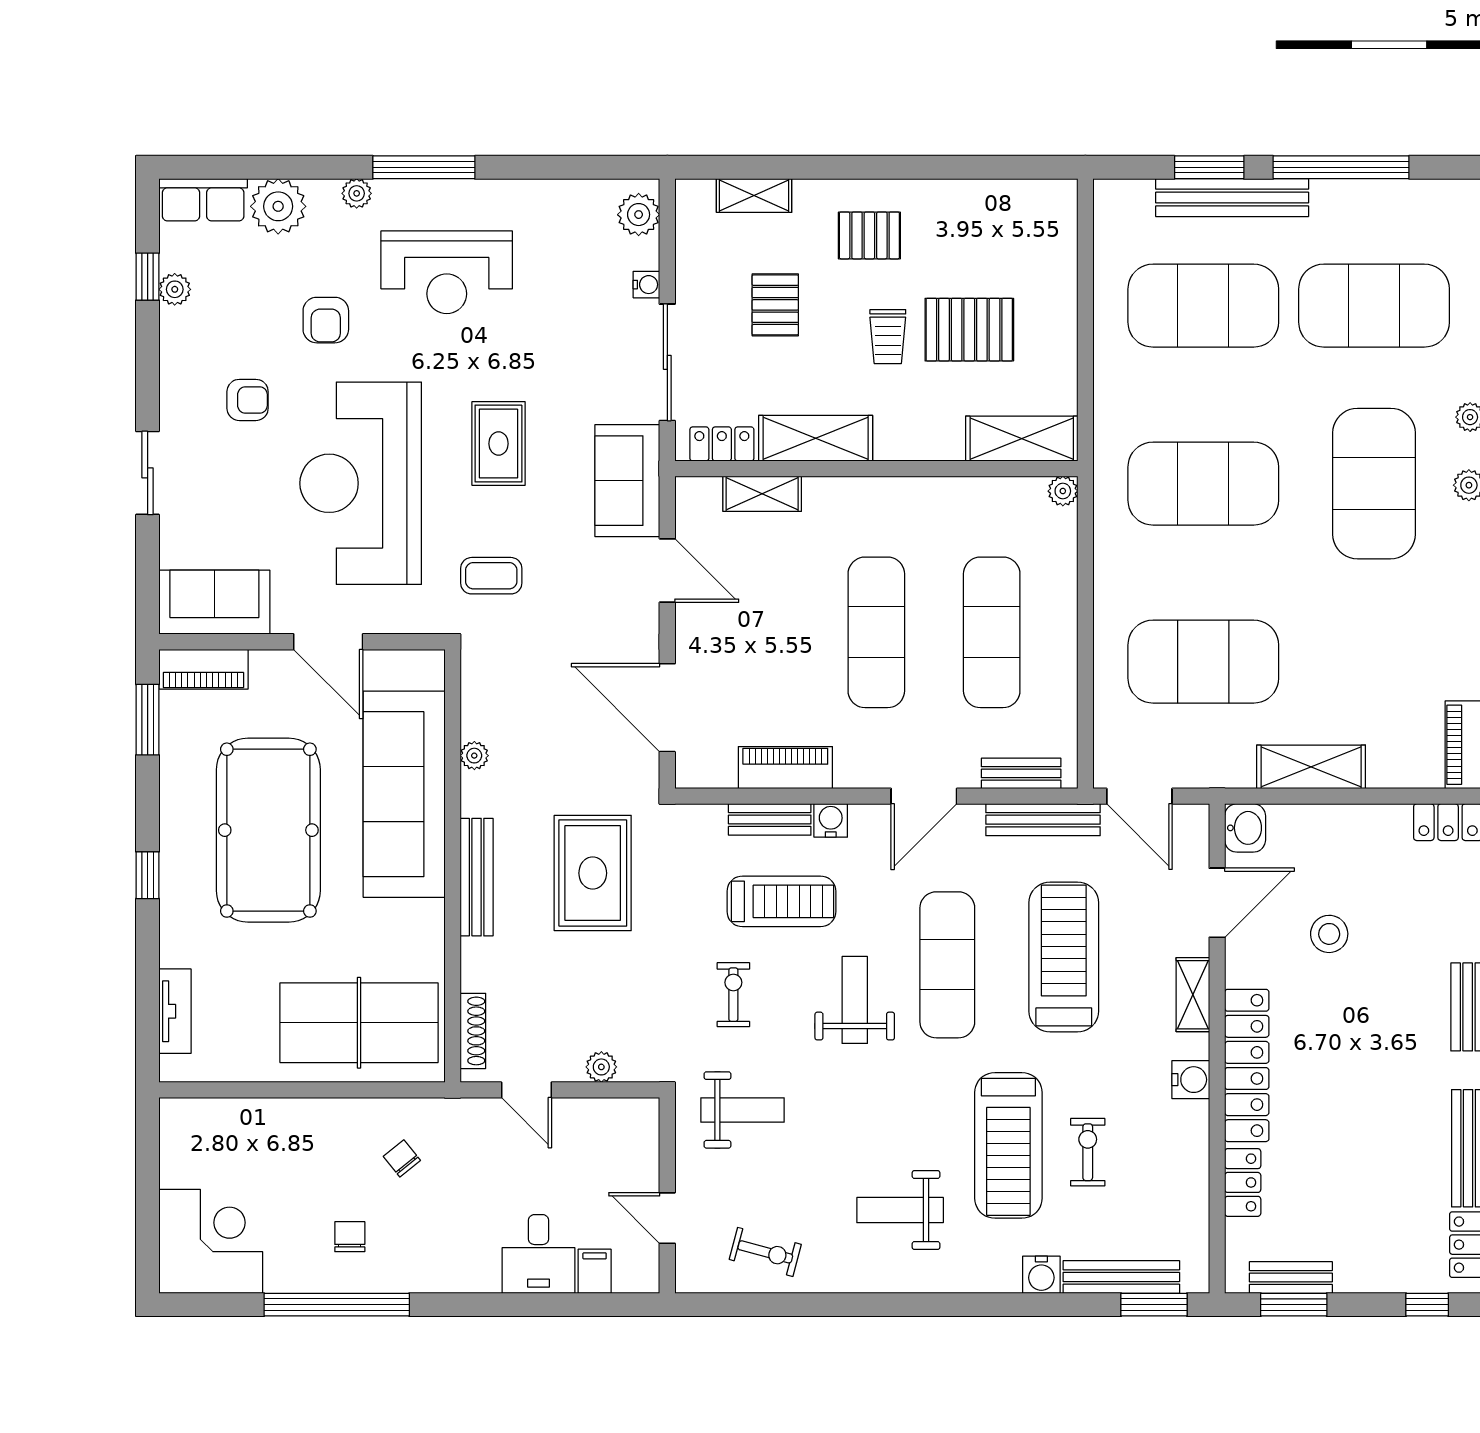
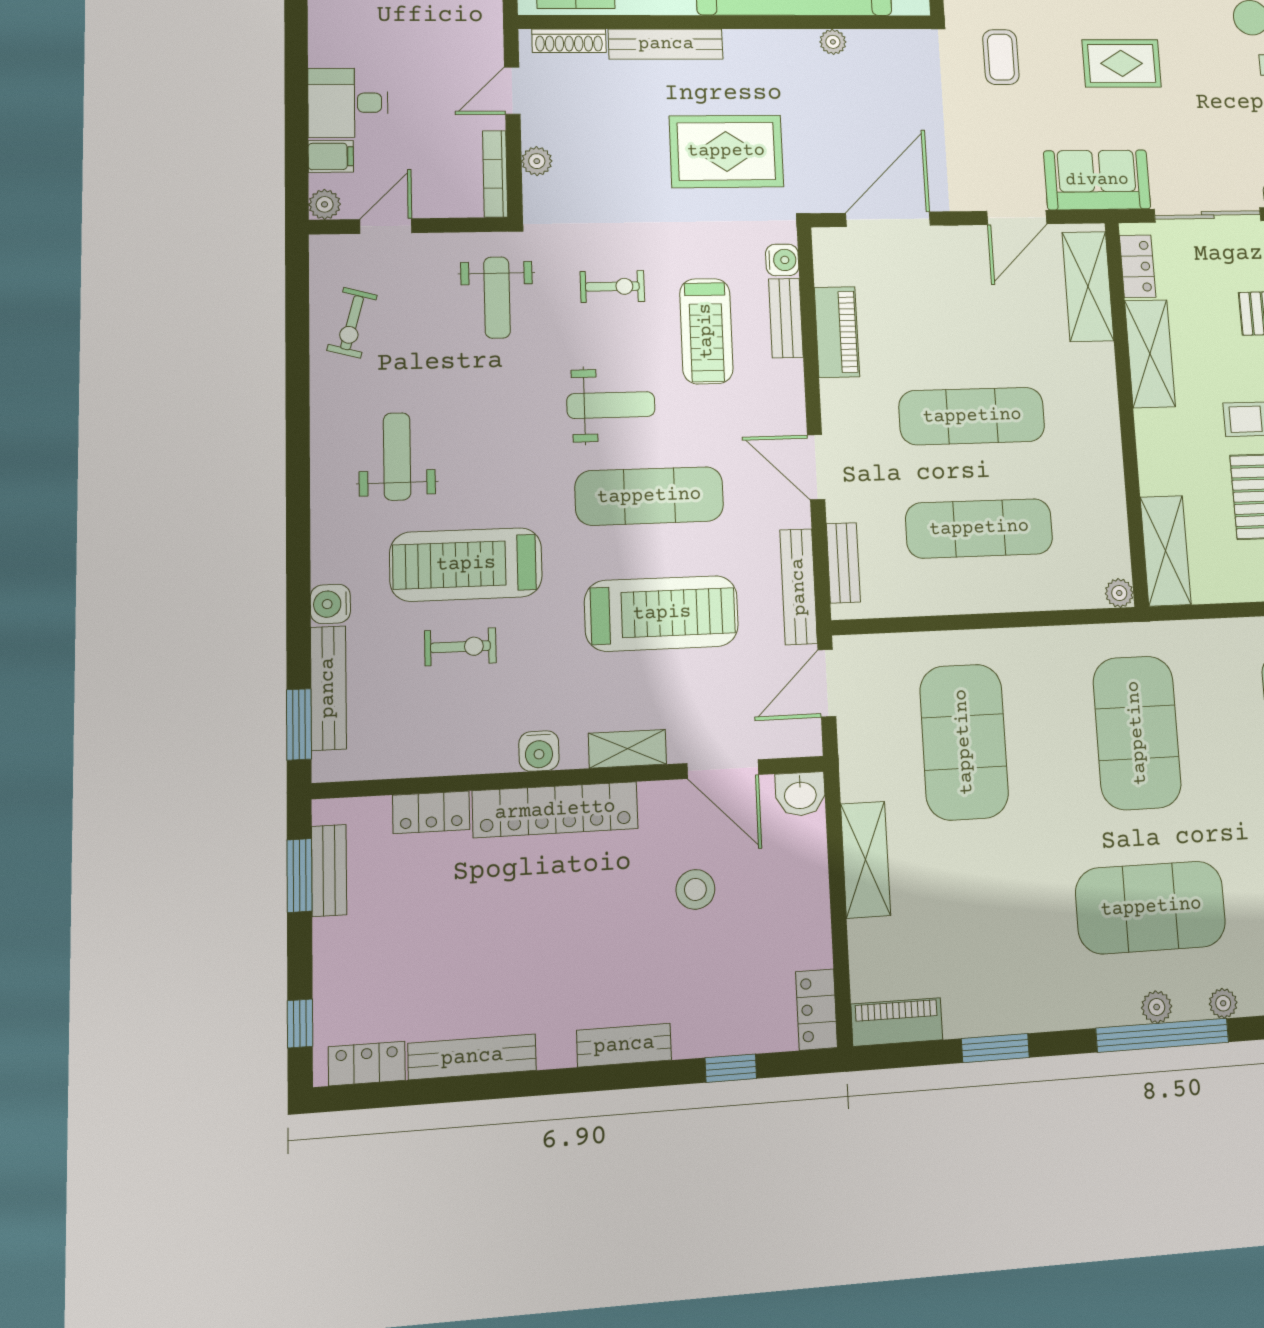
shelving: (762, 494) -> (1088, 286), width x1.50, depth x1.33
water cooler: (831, 820) -> (782, 260), moved
bench: (477, 877) -> (666, 44), moved
bookcase: (614, 1109) -> (495, 174), added
plant: (644, 1278) -> (325, 204), added

